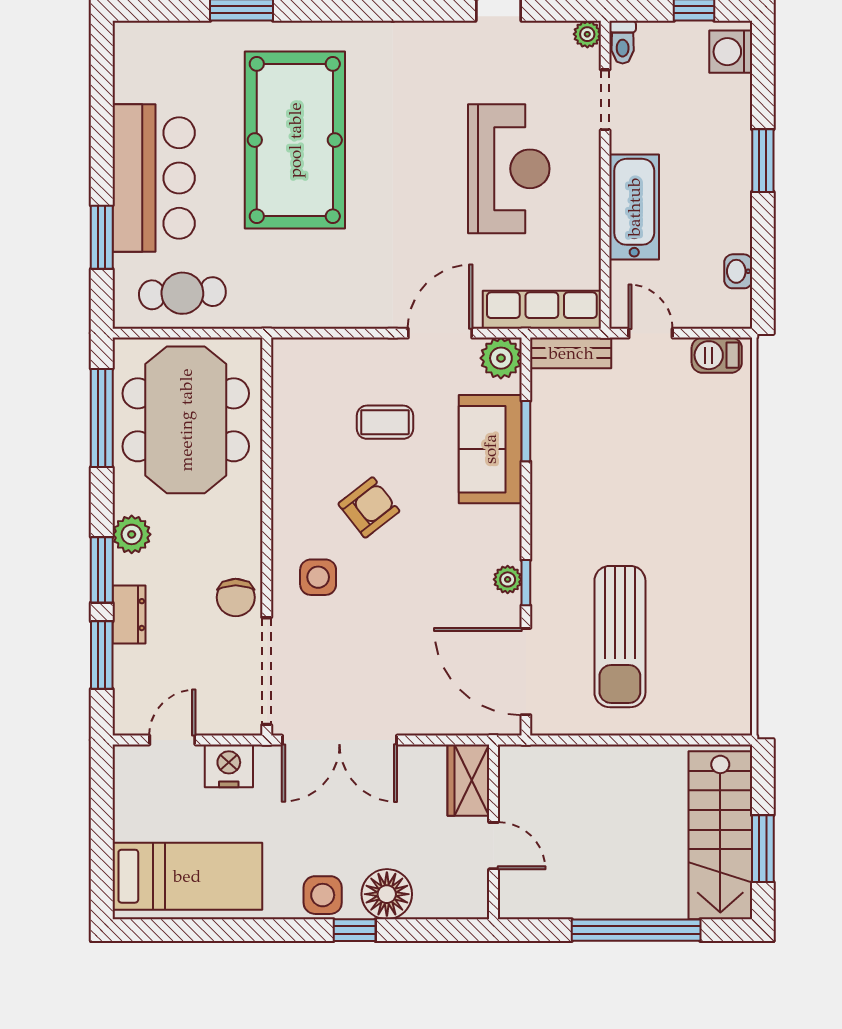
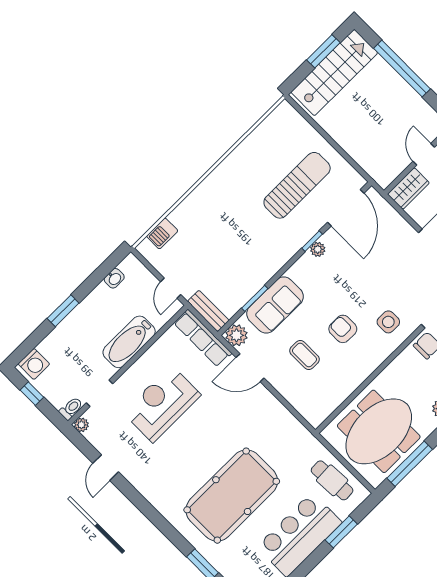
barbecue: (717, 355) -> (162, 233), moved, turned 90
armchair: (369, 507) -> (343, 329), turned 38

